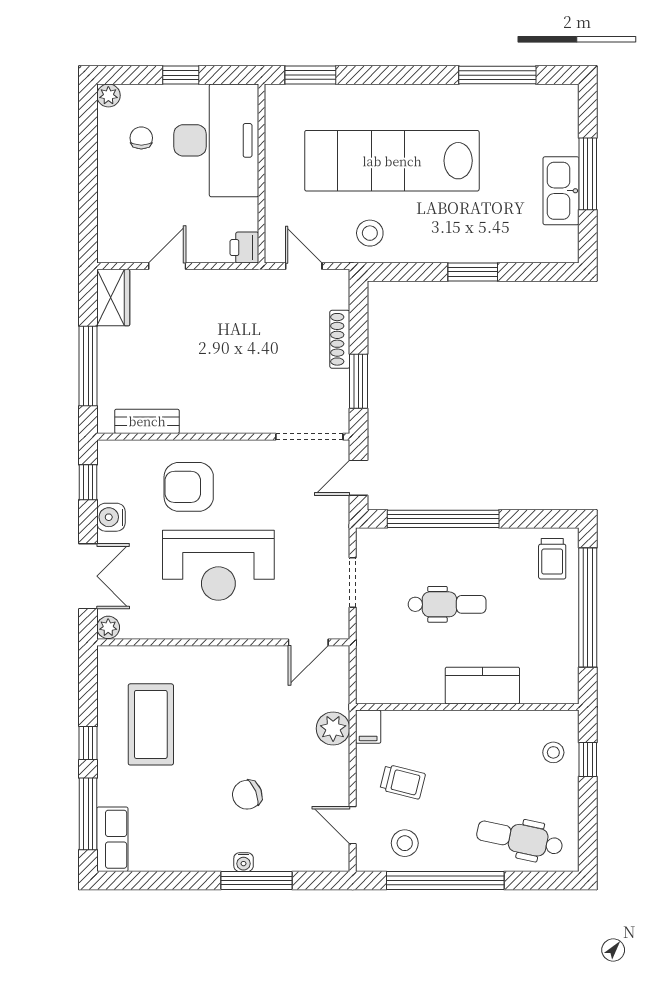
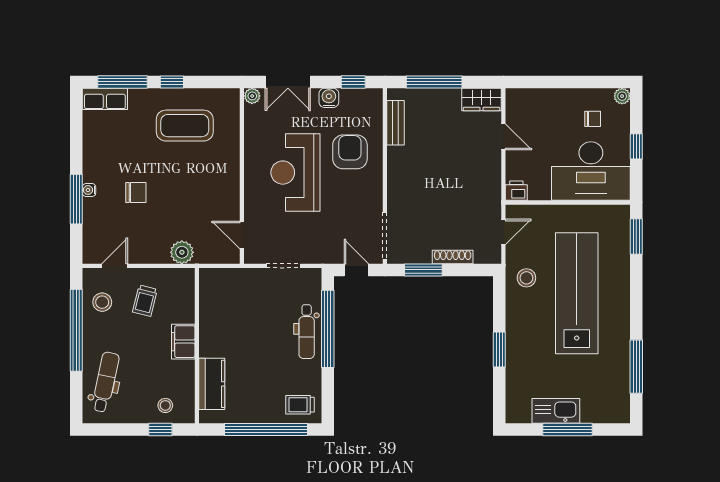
dental chair: (447, 604) -> (307, 332), moved
kitchen counter: (482, 686) -> (212, 384), moved
filing cabinet: (368, 727) -> (183, 342), moved, width x2.00
chair: (247, 795) -> (136, 193), turned 112

